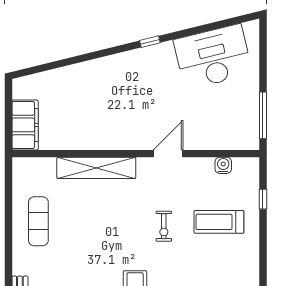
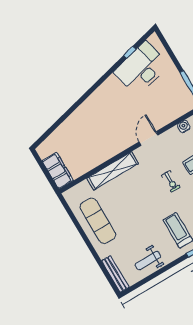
window: (150, 42) -> (130, 52), moved
exercise mat: (38, 221) -> (98, 221), width x1.36, depth x1.45

